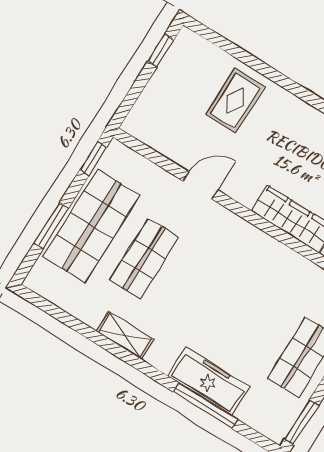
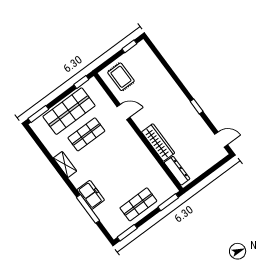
rug: (235, 101) -> (121, 77), moved, turned 90
window: (51, 226) -> (38, 114), moved
freezer: (209, 381) -> (91, 195), width x0.71

